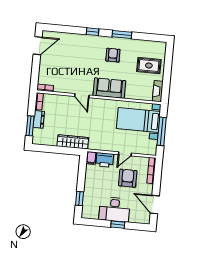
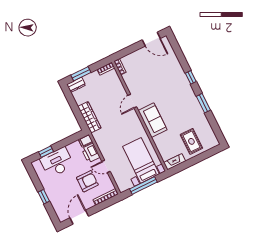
armchair: (113, 55) -> (182, 106), removed
dresser: (39, 119) -> (76, 85), moved
desk: (114, 209) -> (57, 162), moved, turned 90

